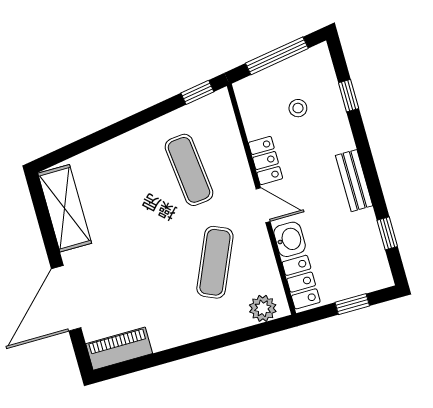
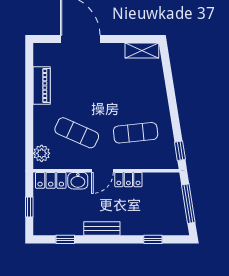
stool: (298, 108) -> (154, 207), removed
shelving: (65, 208) -> (142, 51), width x0.67, depth x0.75
piano: (119, 349) -> (42, 86), moved

